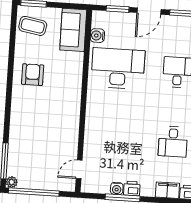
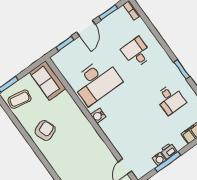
water cooler: (97, 36) -> (98, 116), moved
desk: (118, 68) -> (97, 81), turned 180
armchair: (33, 75) -> (45, 130), turned 70

